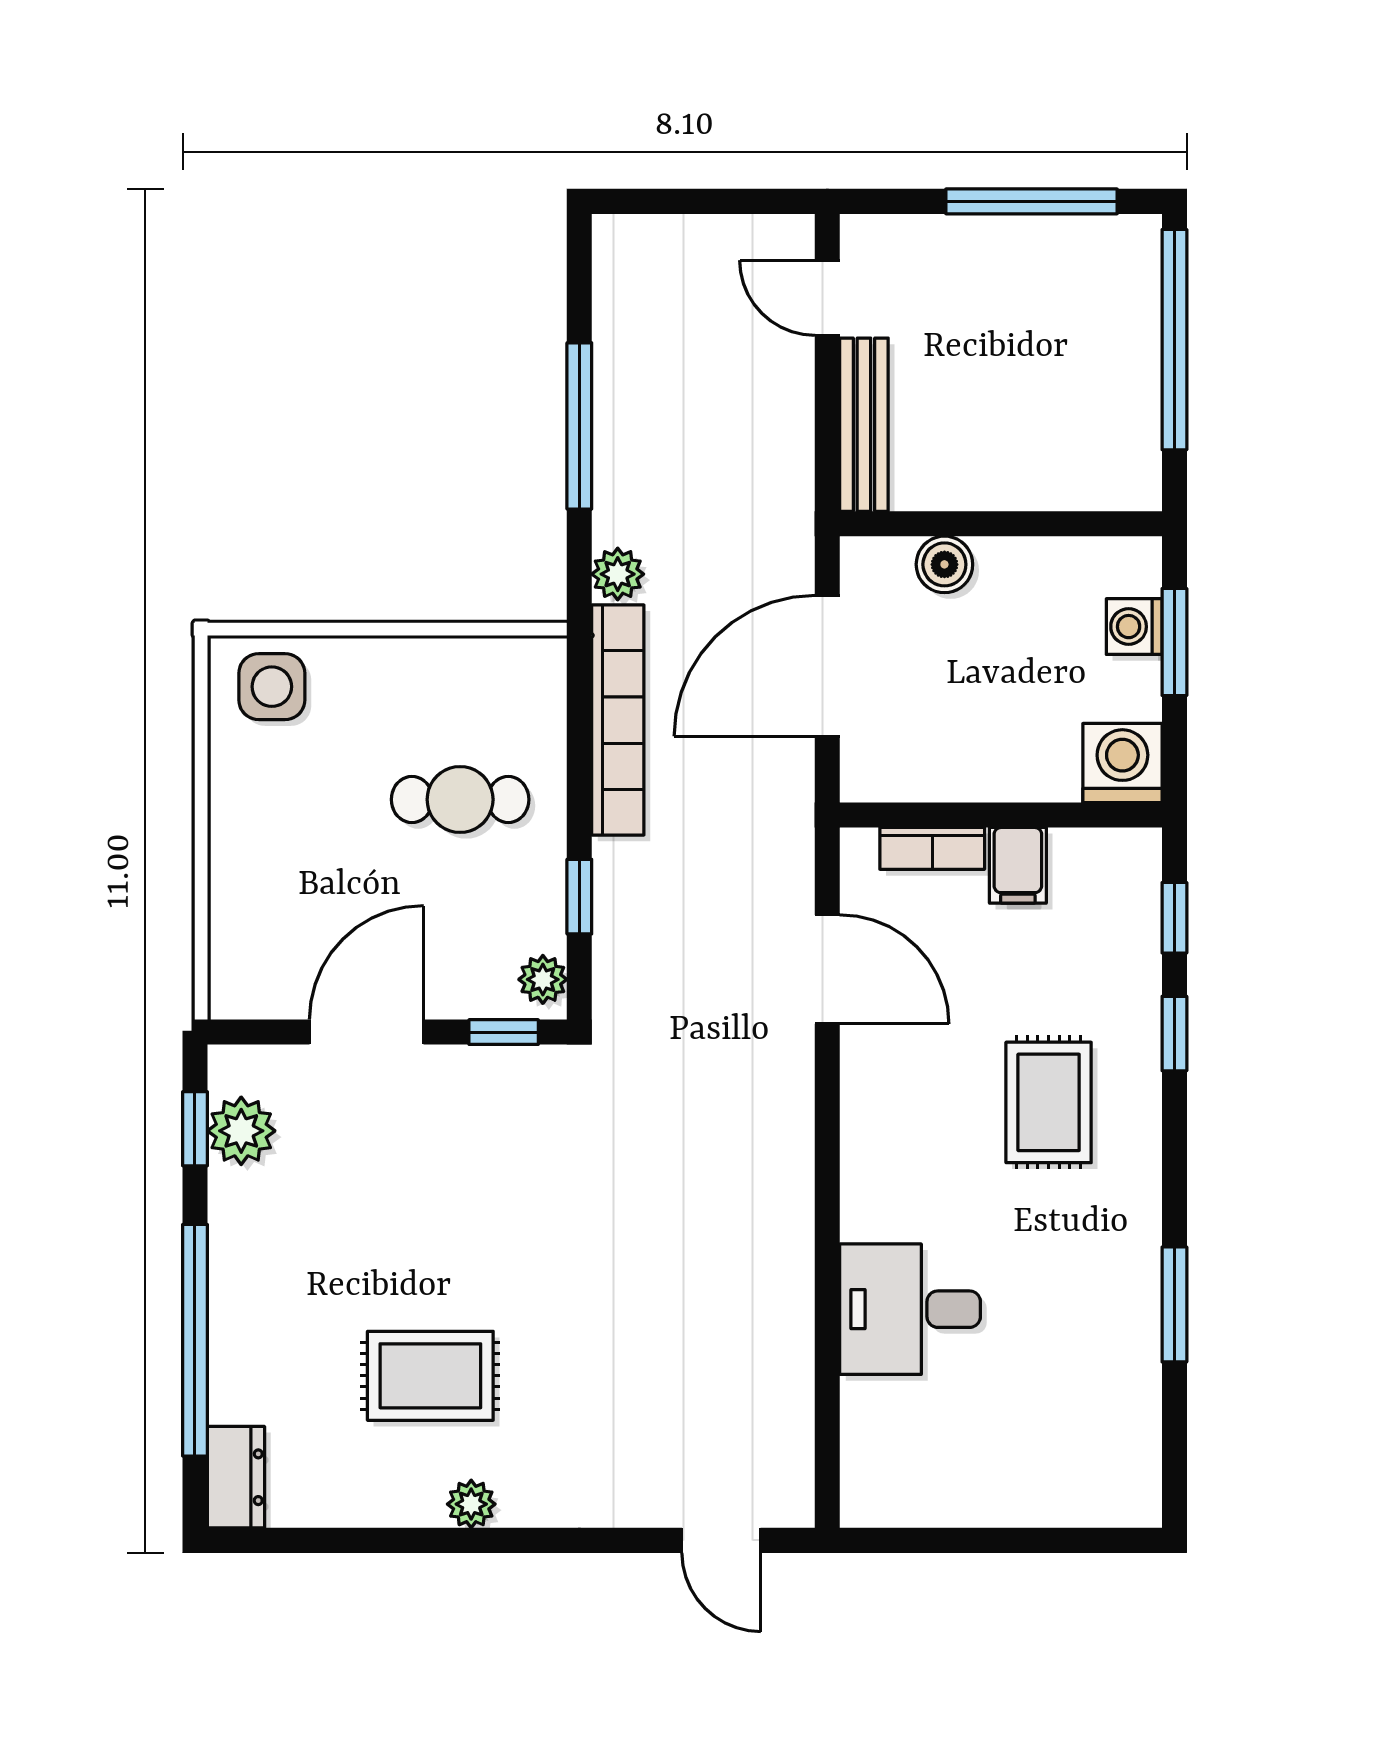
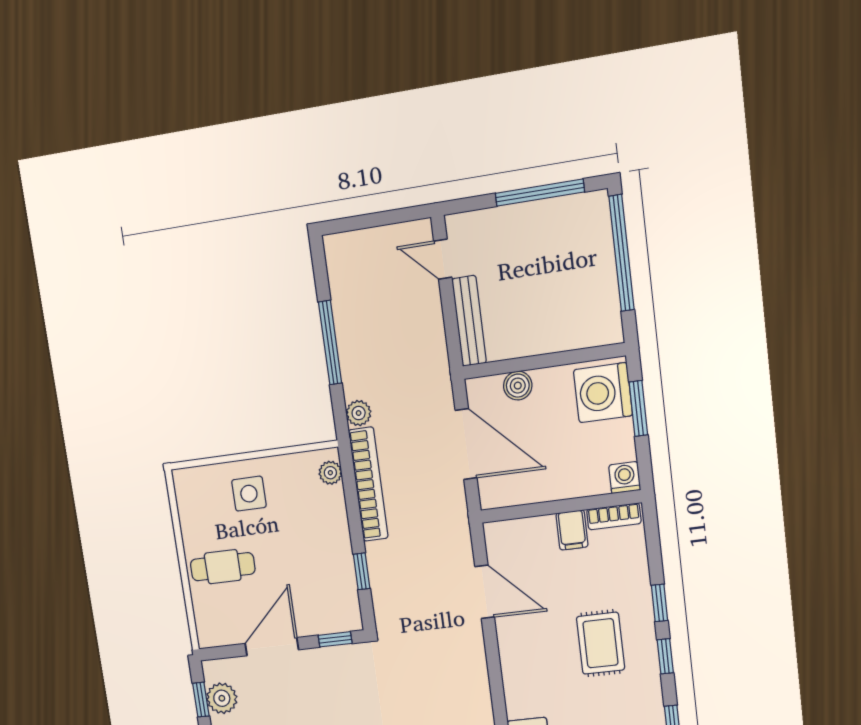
washing machine: (1134, 627) -> (603, 393), width x1.89, depth x1.89
door: (827, 666) -> (466, 444), swing flipped
side table: (272, 687) -> (249, 494), moved
washing machine: (1122, 763) -> (625, 478), width x0.73, depth x0.73
cafe table: (460, 800) -> (223, 567), moved
bookcase: (932, 848) -> (614, 516), moved
window: (1174, 918) -> (665, 656), moved
plant: (543, 979) -> (330, 473), moved

